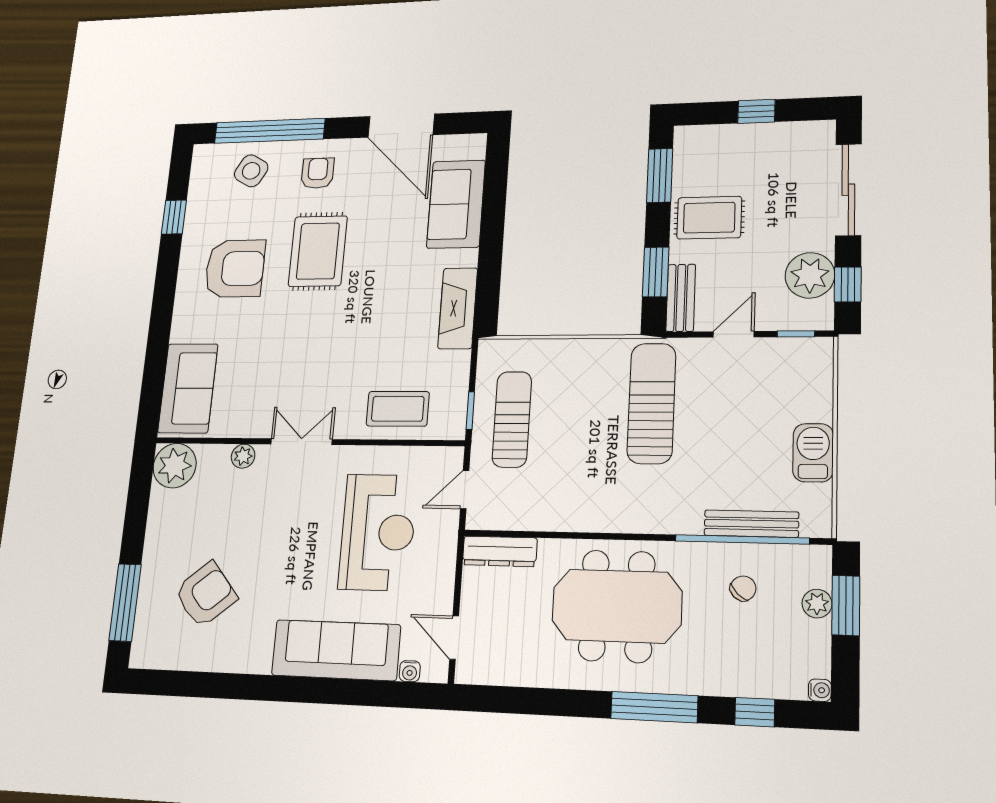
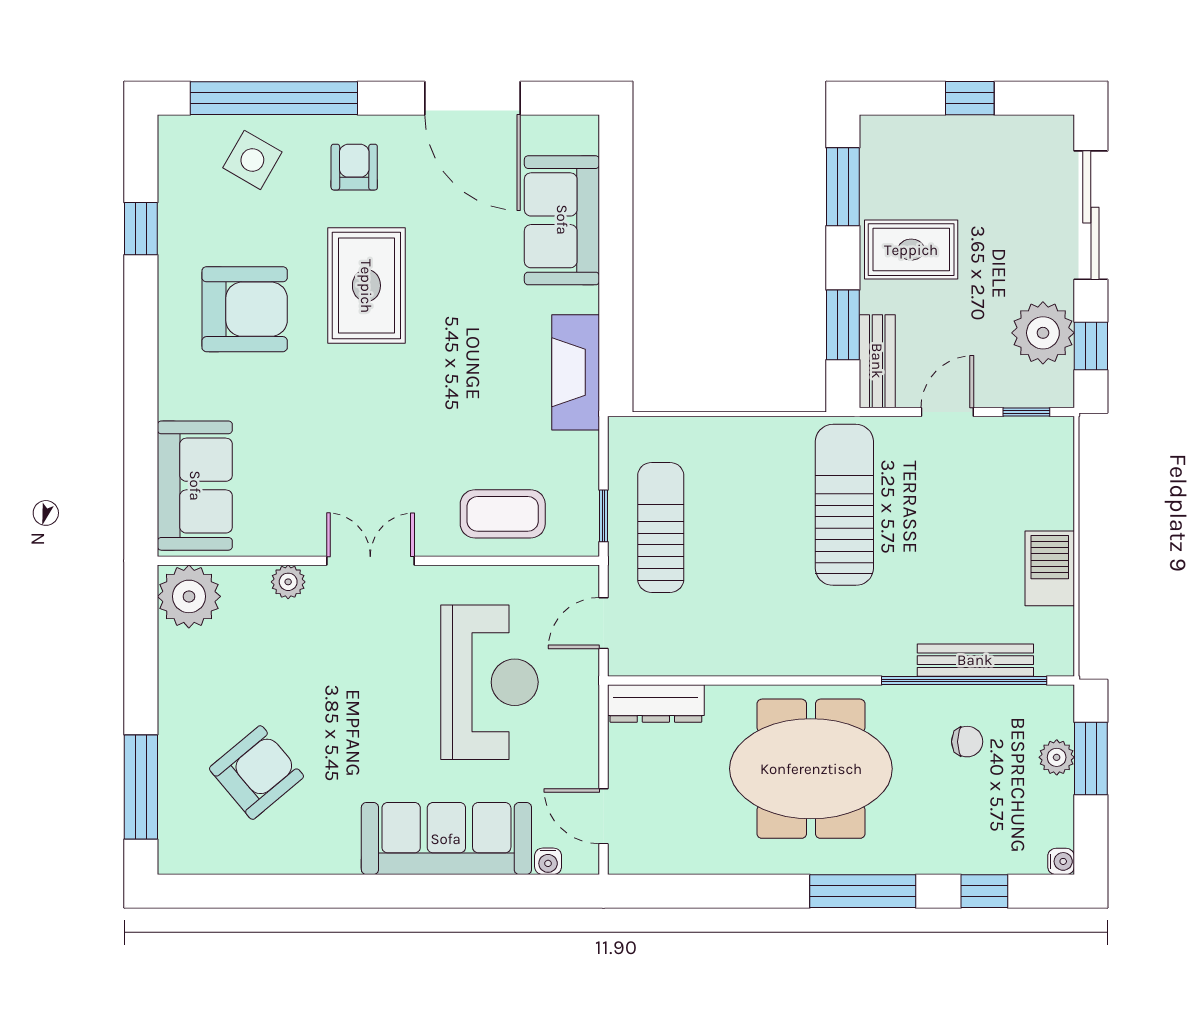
chair: (743, 588) -> (967, 742), turned 46

